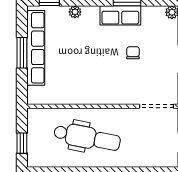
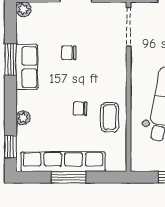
chair: (83, 63) -> (80, 109), added
coffee table: (75, 90) -> (110, 117), added

